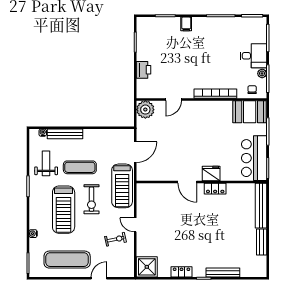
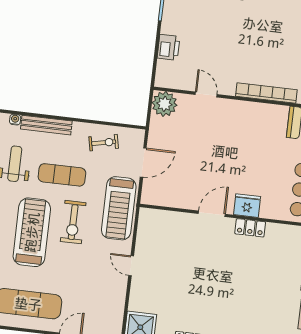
door: (174, 100) -> (206, 94), swing flipped
door: (187, 182) -> (212, 214), swing flipped
treadmill: (64, 210) -> (32, 232), turned 180
exercise bike: (116, 239) -> (104, 143), moved

